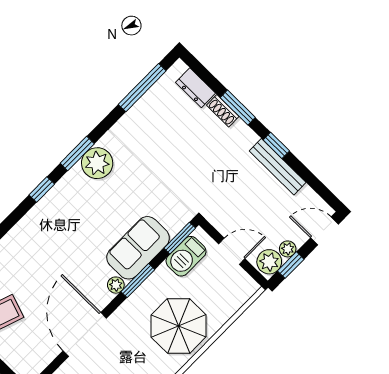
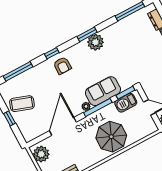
window: (42, 189) -> (52, 53), moved
armchair: (50, 224) -> (62, 66), added
window: (138, 281) -> (98, 108), width x1.44

